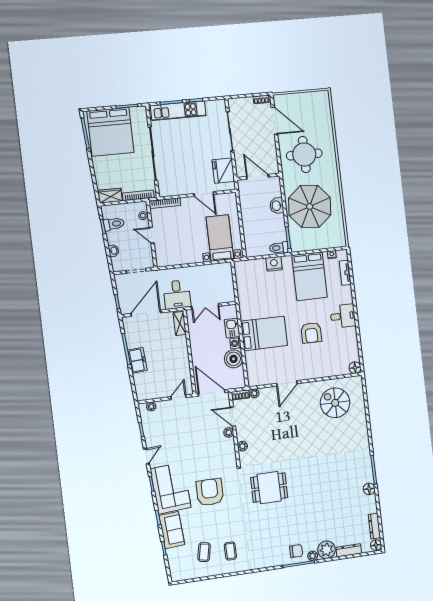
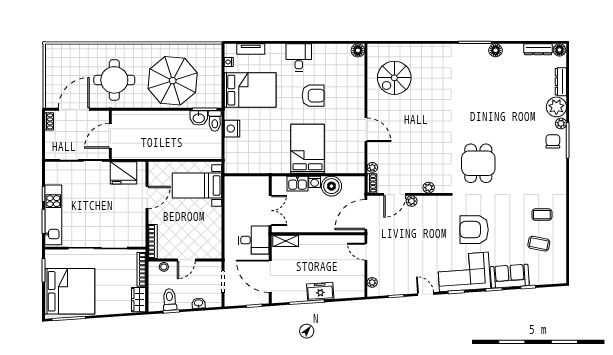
door: (257, 177) -> (110, 136), moved
wall: (258, 177) -> (110, 135), moved
washbasin: (277, 206) -> (199, 118), moved

